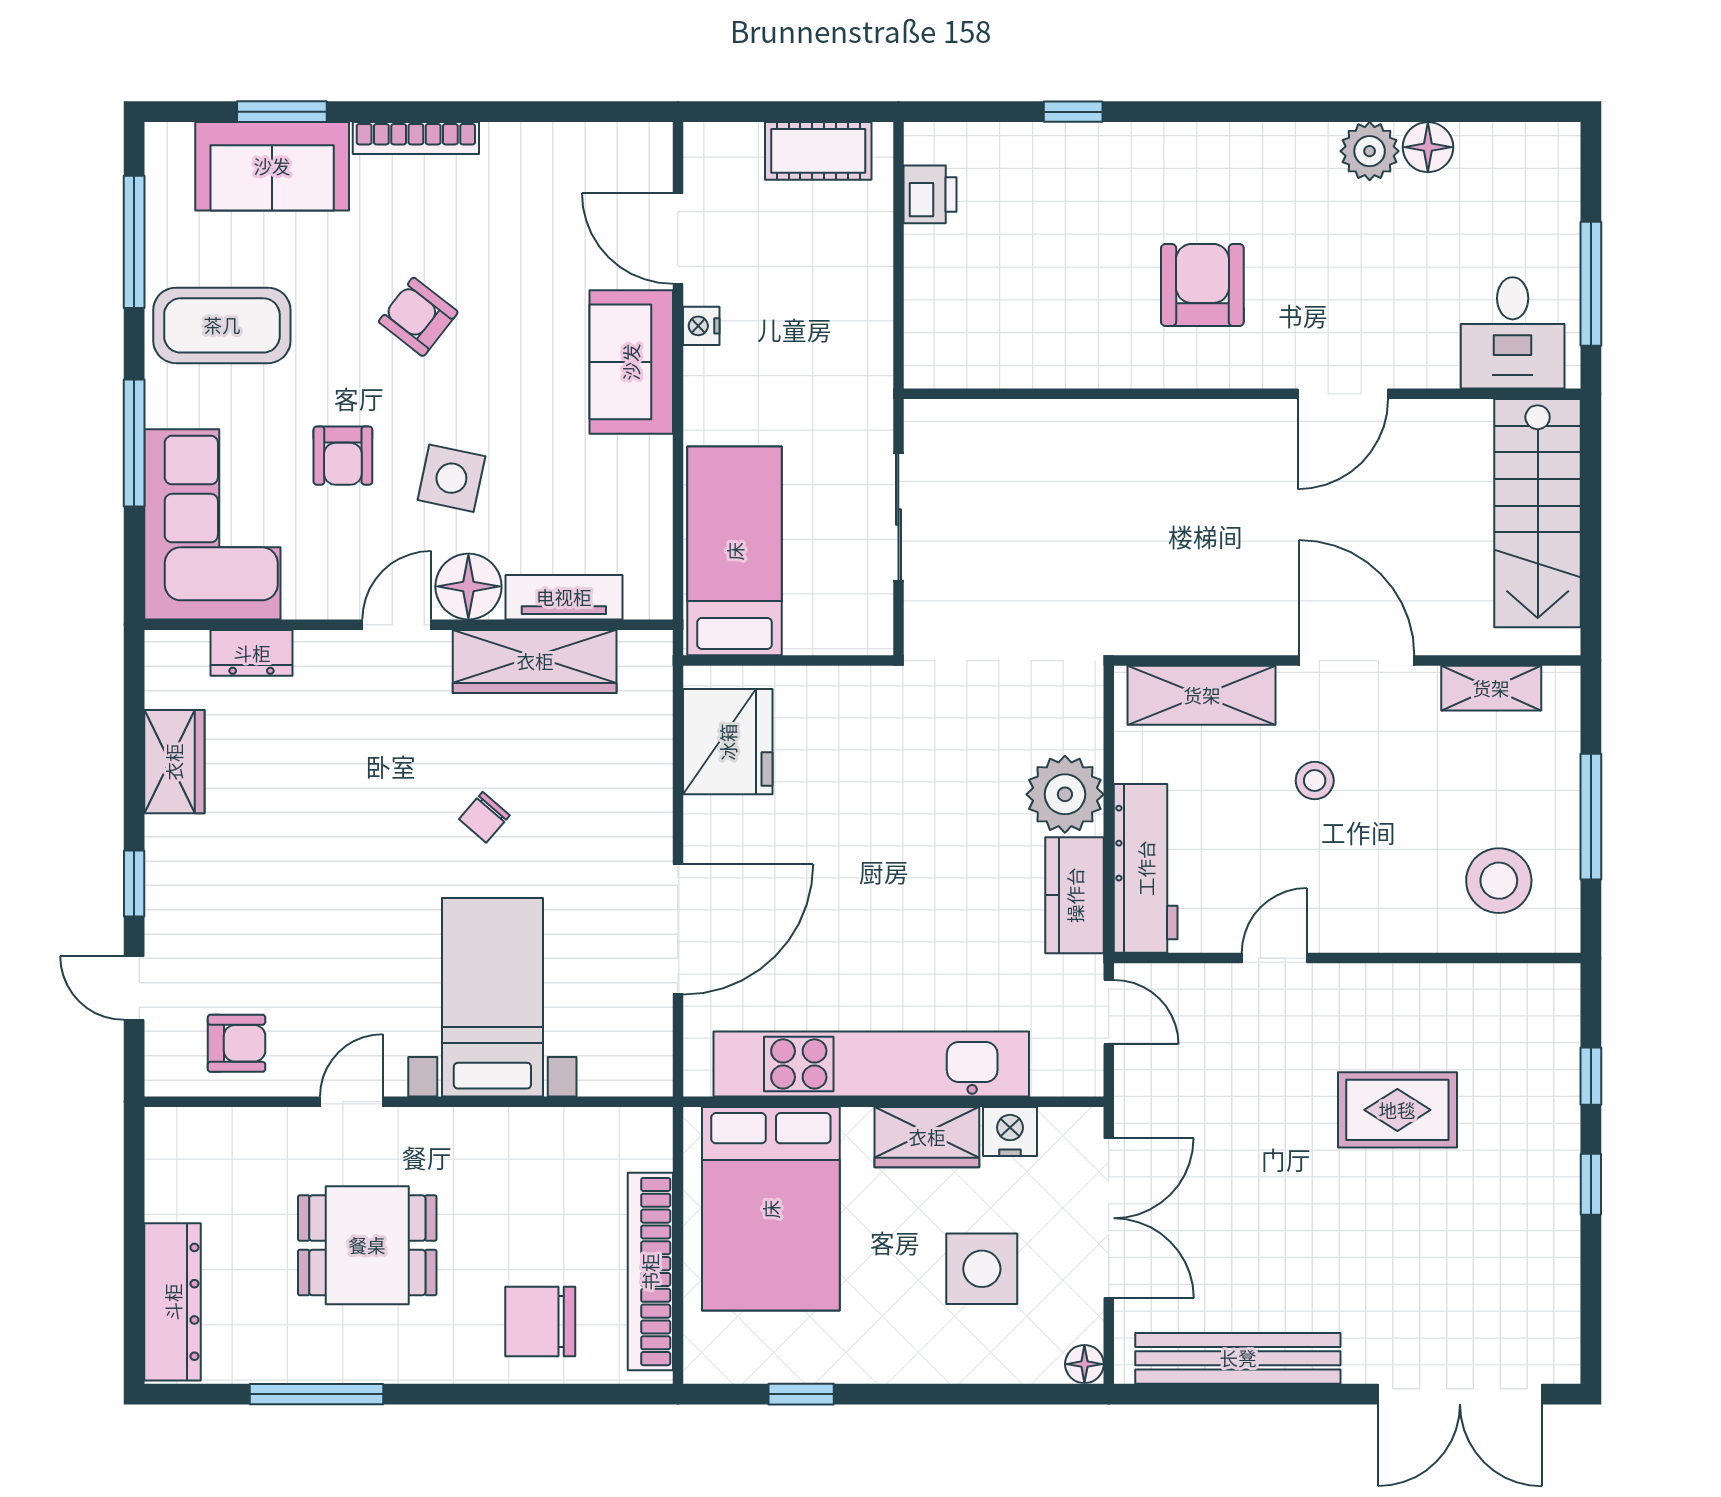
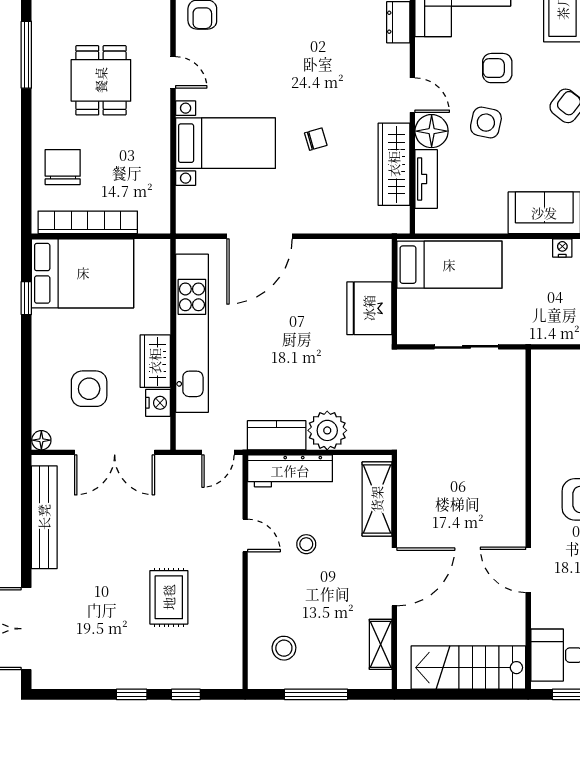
fridge: (728, 742) -> (369, 308), moved, turned 90
stool: (1315, 781) -> (306, 544), moved
chair: (484, 817) -> (316, 139), turned 123
stool: (1499, 881) -> (284, 648), width x0.73, depth x0.73
door: (678, 929) -> (259, 236), hinge flipped
bed: (771, 1209) -> (83, 273), moved, turned 180

